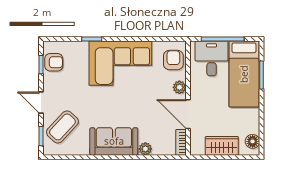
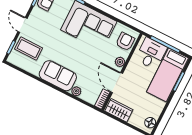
coffee table: (62, 127) -> (29, 49), turned 47
wardrobe: (222, 146) -> (119, 110), moved

